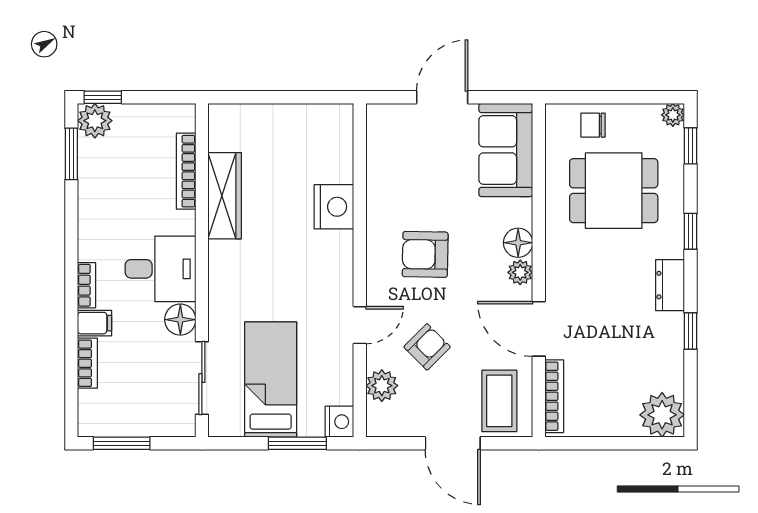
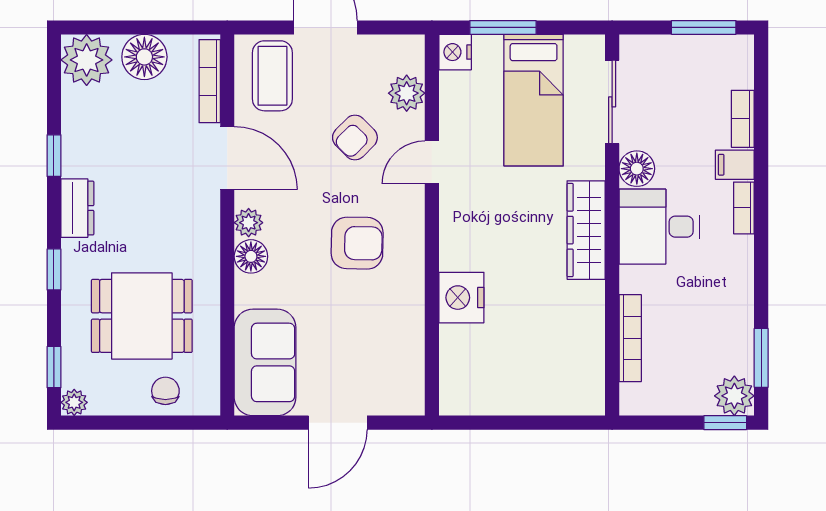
chair: (593, 125) -> (165, 391), turned -90
wardrobe: (225, 196) -> (586, 230), moved
floor lamp: (611, 417) -> (144, 57), added

